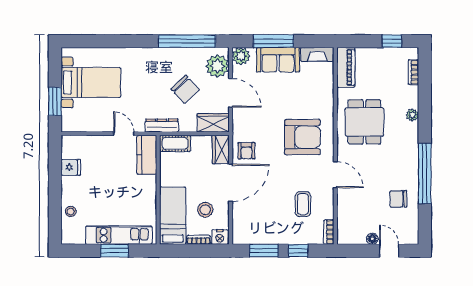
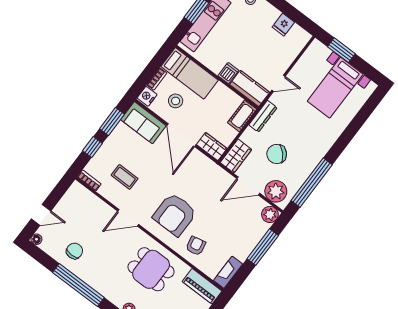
sofa: (278, 60) -> (143, 123), moved, turned -90
armchair: (246, 151) -> (196, 246), moved, turned 78
dishwasher: (147, 183) -> (228, 73), added
floor lamp: (372, 239) -> (36, 239), moved

